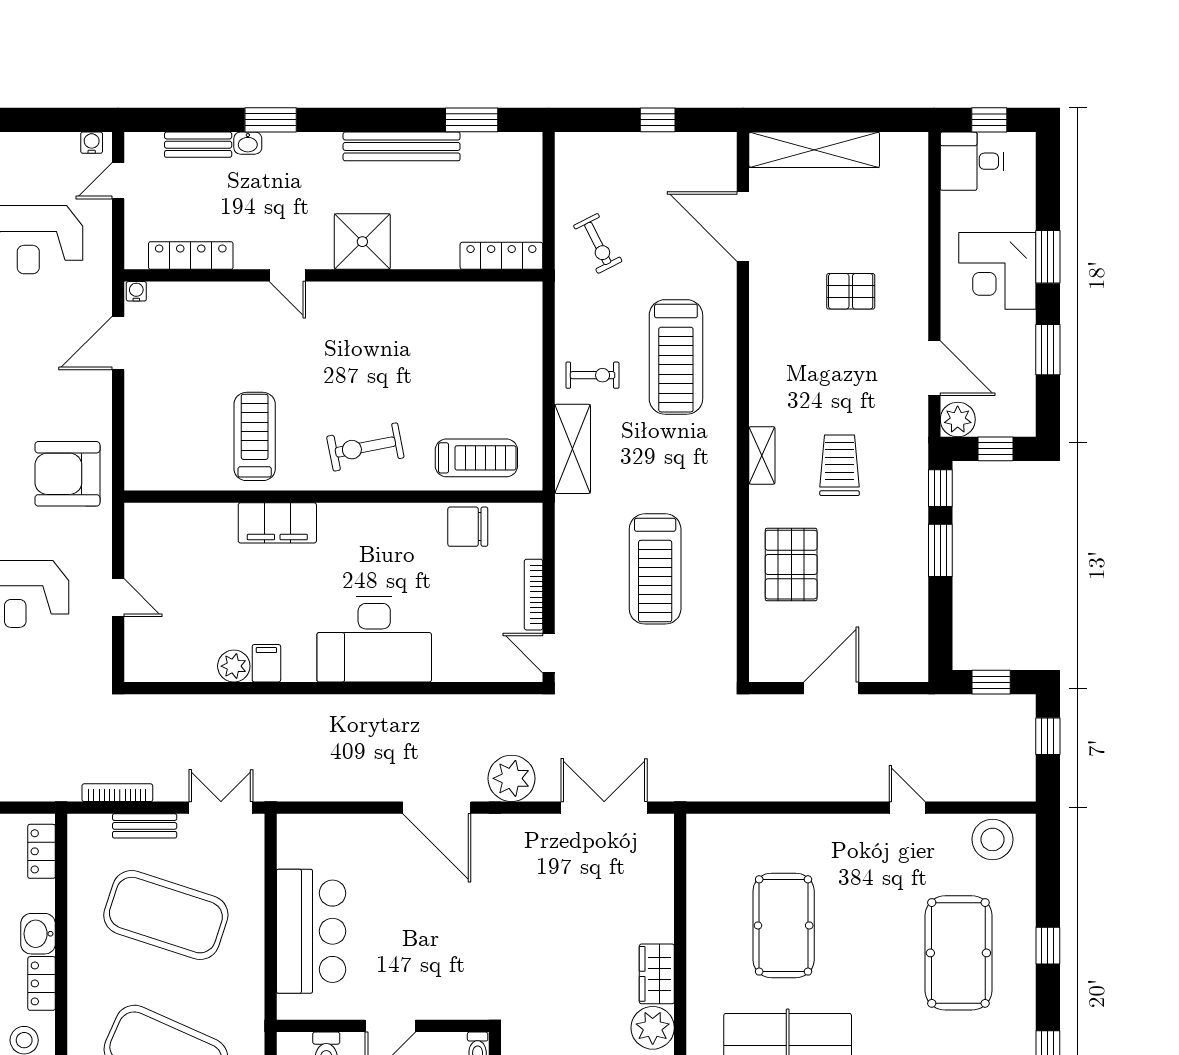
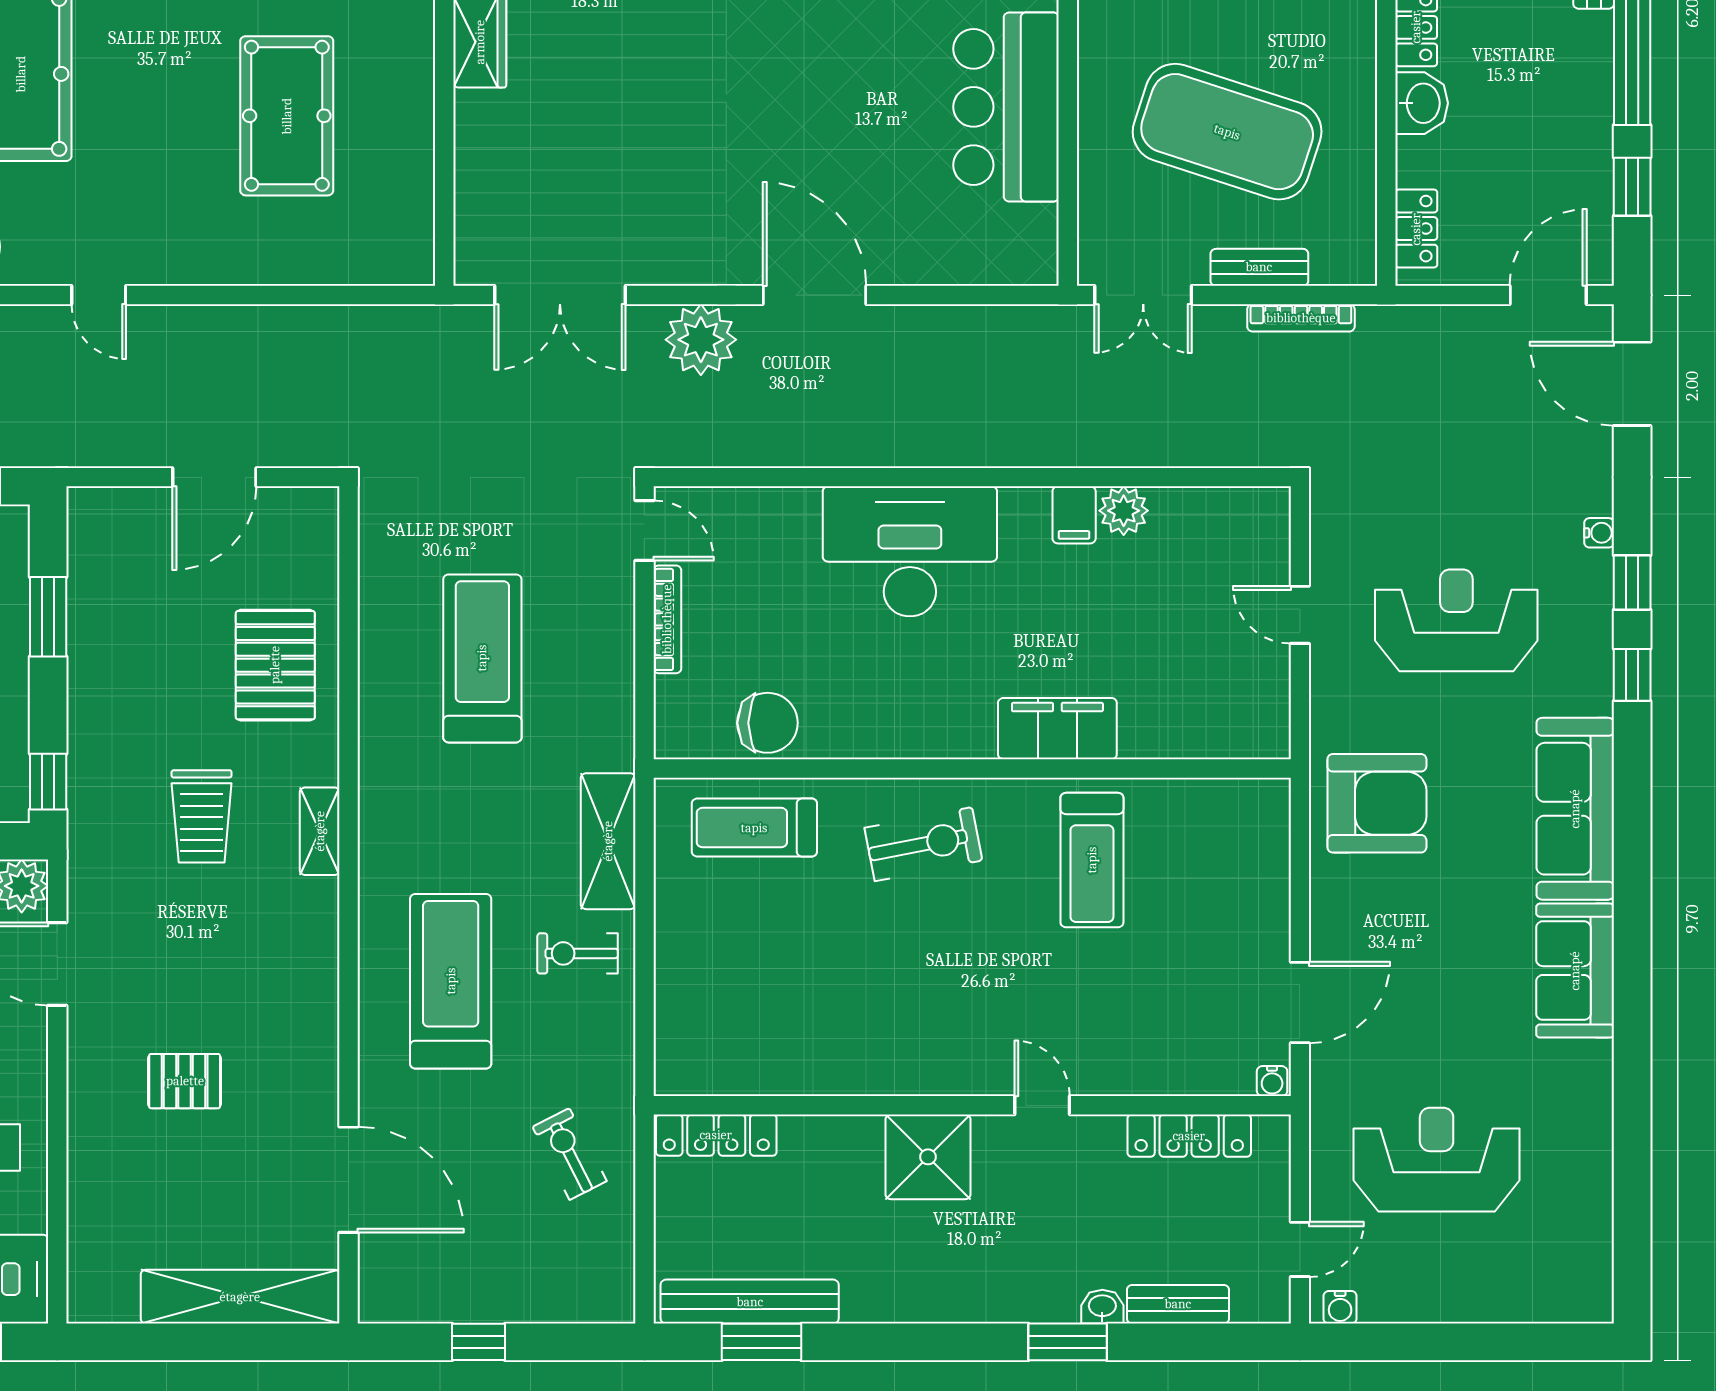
bench: (402, 146) -> (750, 1302), moved
window: (940, 550) -> (48, 617), moved

